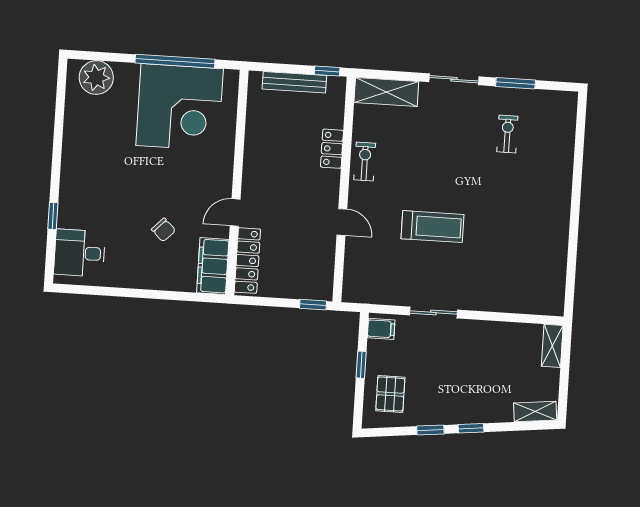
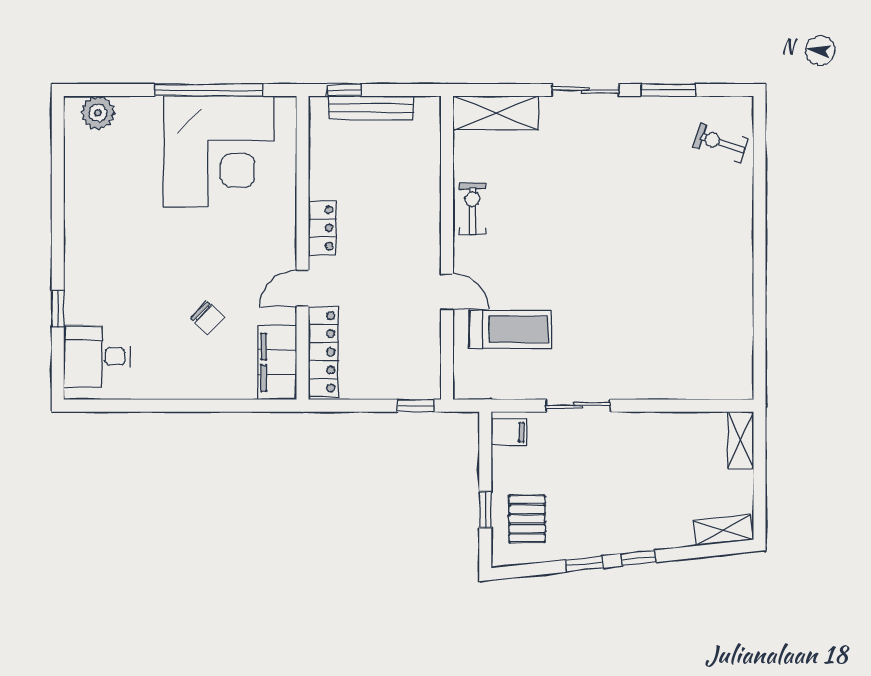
window: (327, 71) -> (344, 90), moved
plant: (96, 78) -> (98, 113), width x0.73, depth x0.73
exercise bike: (507, 134) -> (721, 143), moved, turned -72
locker: (332, 149) -> (322, 228), moved, turned 180
treadmill: (433, 227) -> (510, 329), moved
window: (361, 365) -> (485, 510), moved

